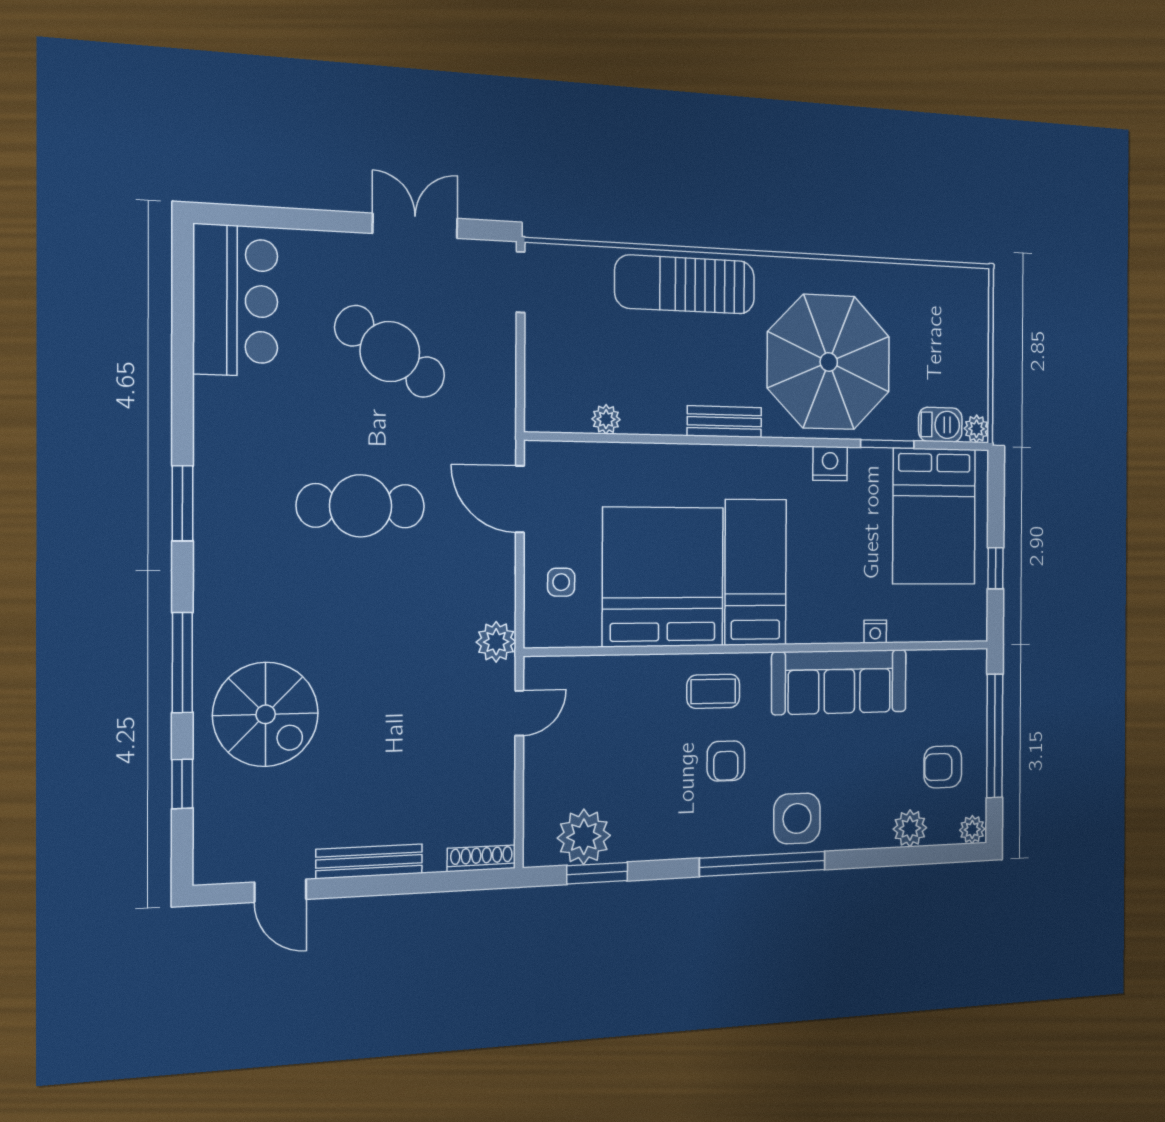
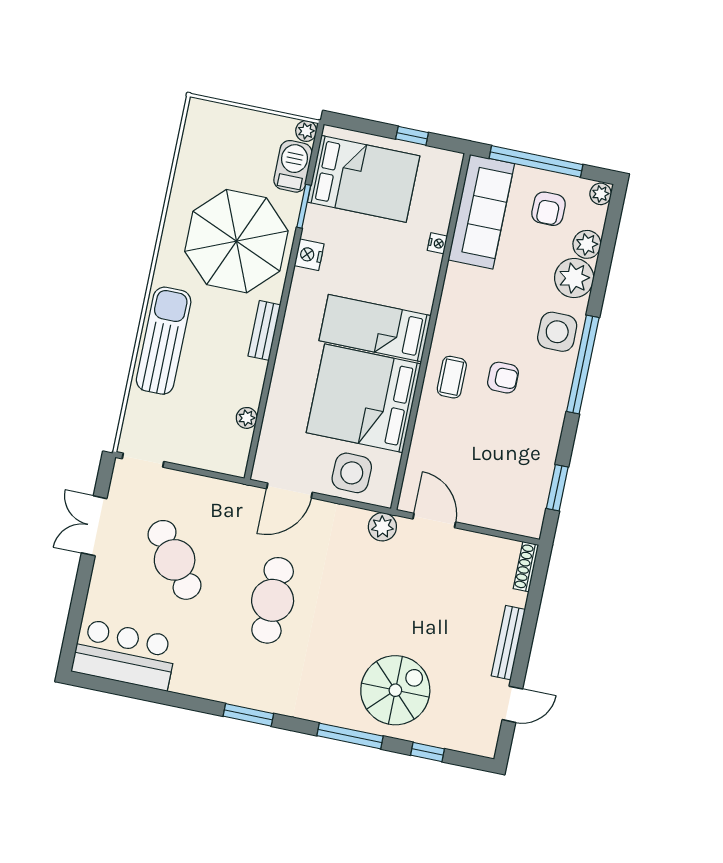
sun lounger: (685, 285) -> (164, 341), turned 180
cafe table: (390, 352) -> (175, 560), turned -71
barbecue: (940, 425) -> (293, 166), width x1.38, depth x1.27
side table: (561, 582) -> (352, 473), width x1.87, depth x1.87
sofa: (839, 682) -> (481, 212), moved
door: (519, 713) -> (434, 521), width x1.38
plant: (584, 837) -> (574, 278), moved

